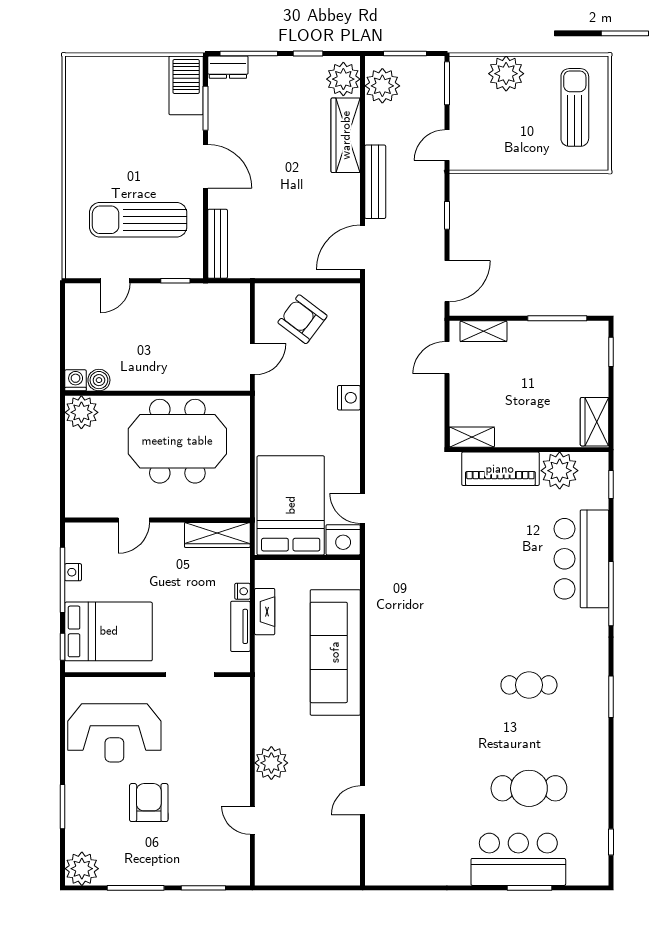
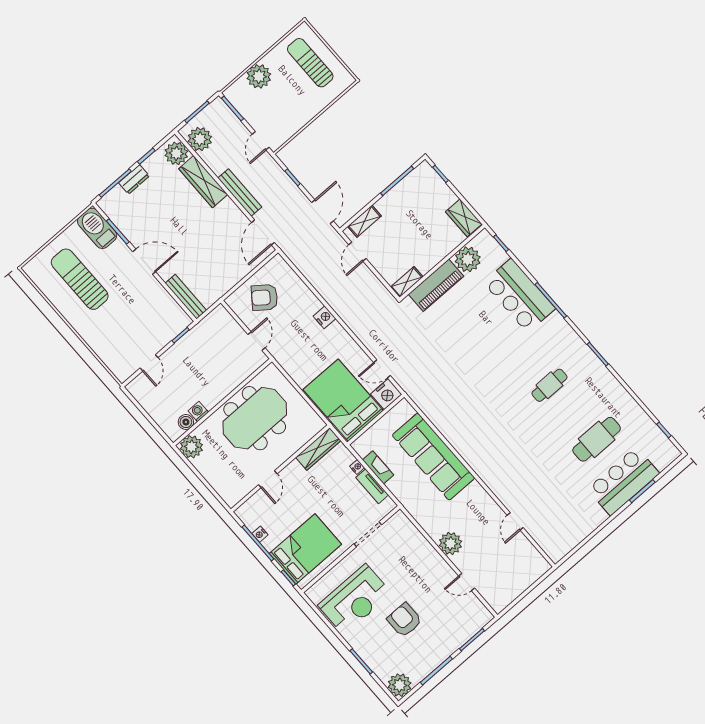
dresser: (228, 67) -> (134, 179), moved
sun lounger: (138, 220) -> (80, 279), moved, turned 90
washing machine: (76, 380) -> (198, 411), moved

